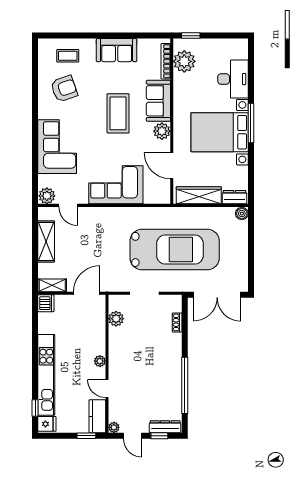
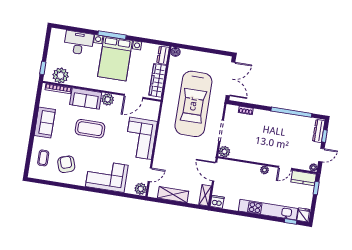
car: (175, 249) -> (193, 104), turned 180
plant: (116, 319) -> (224, 152), moved

